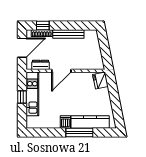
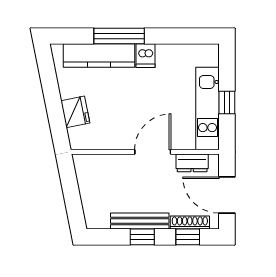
window: (67, 25) -> (142, 237), added
door: (22, 48) -> (227, 195), hinge flipped
fridge: (100, 80) -> (75, 112), moved

